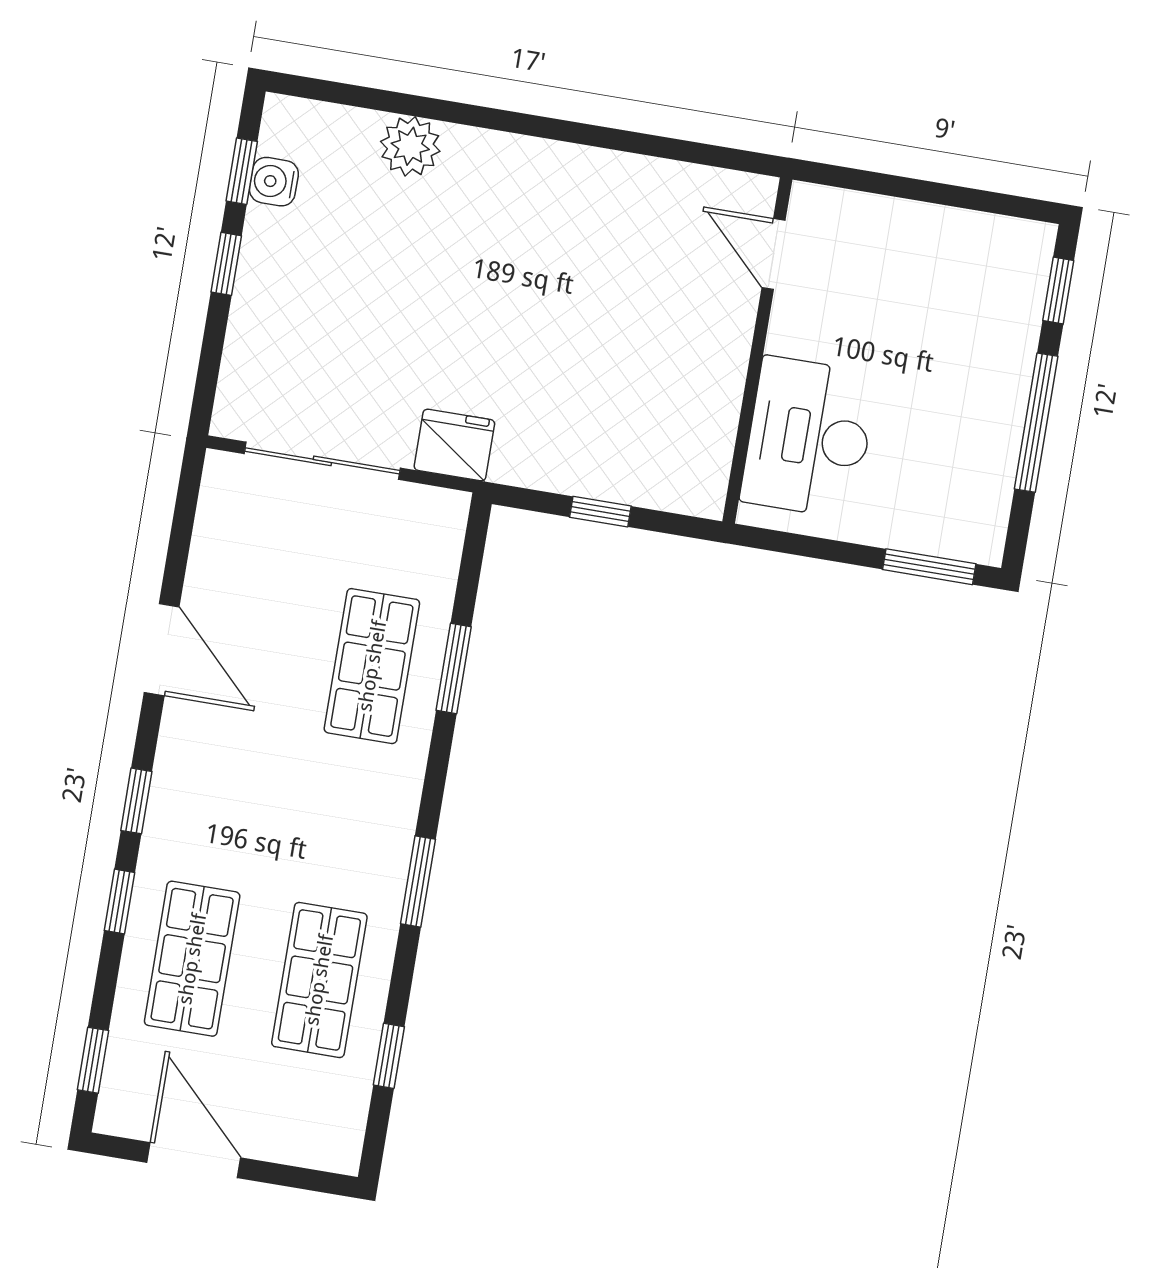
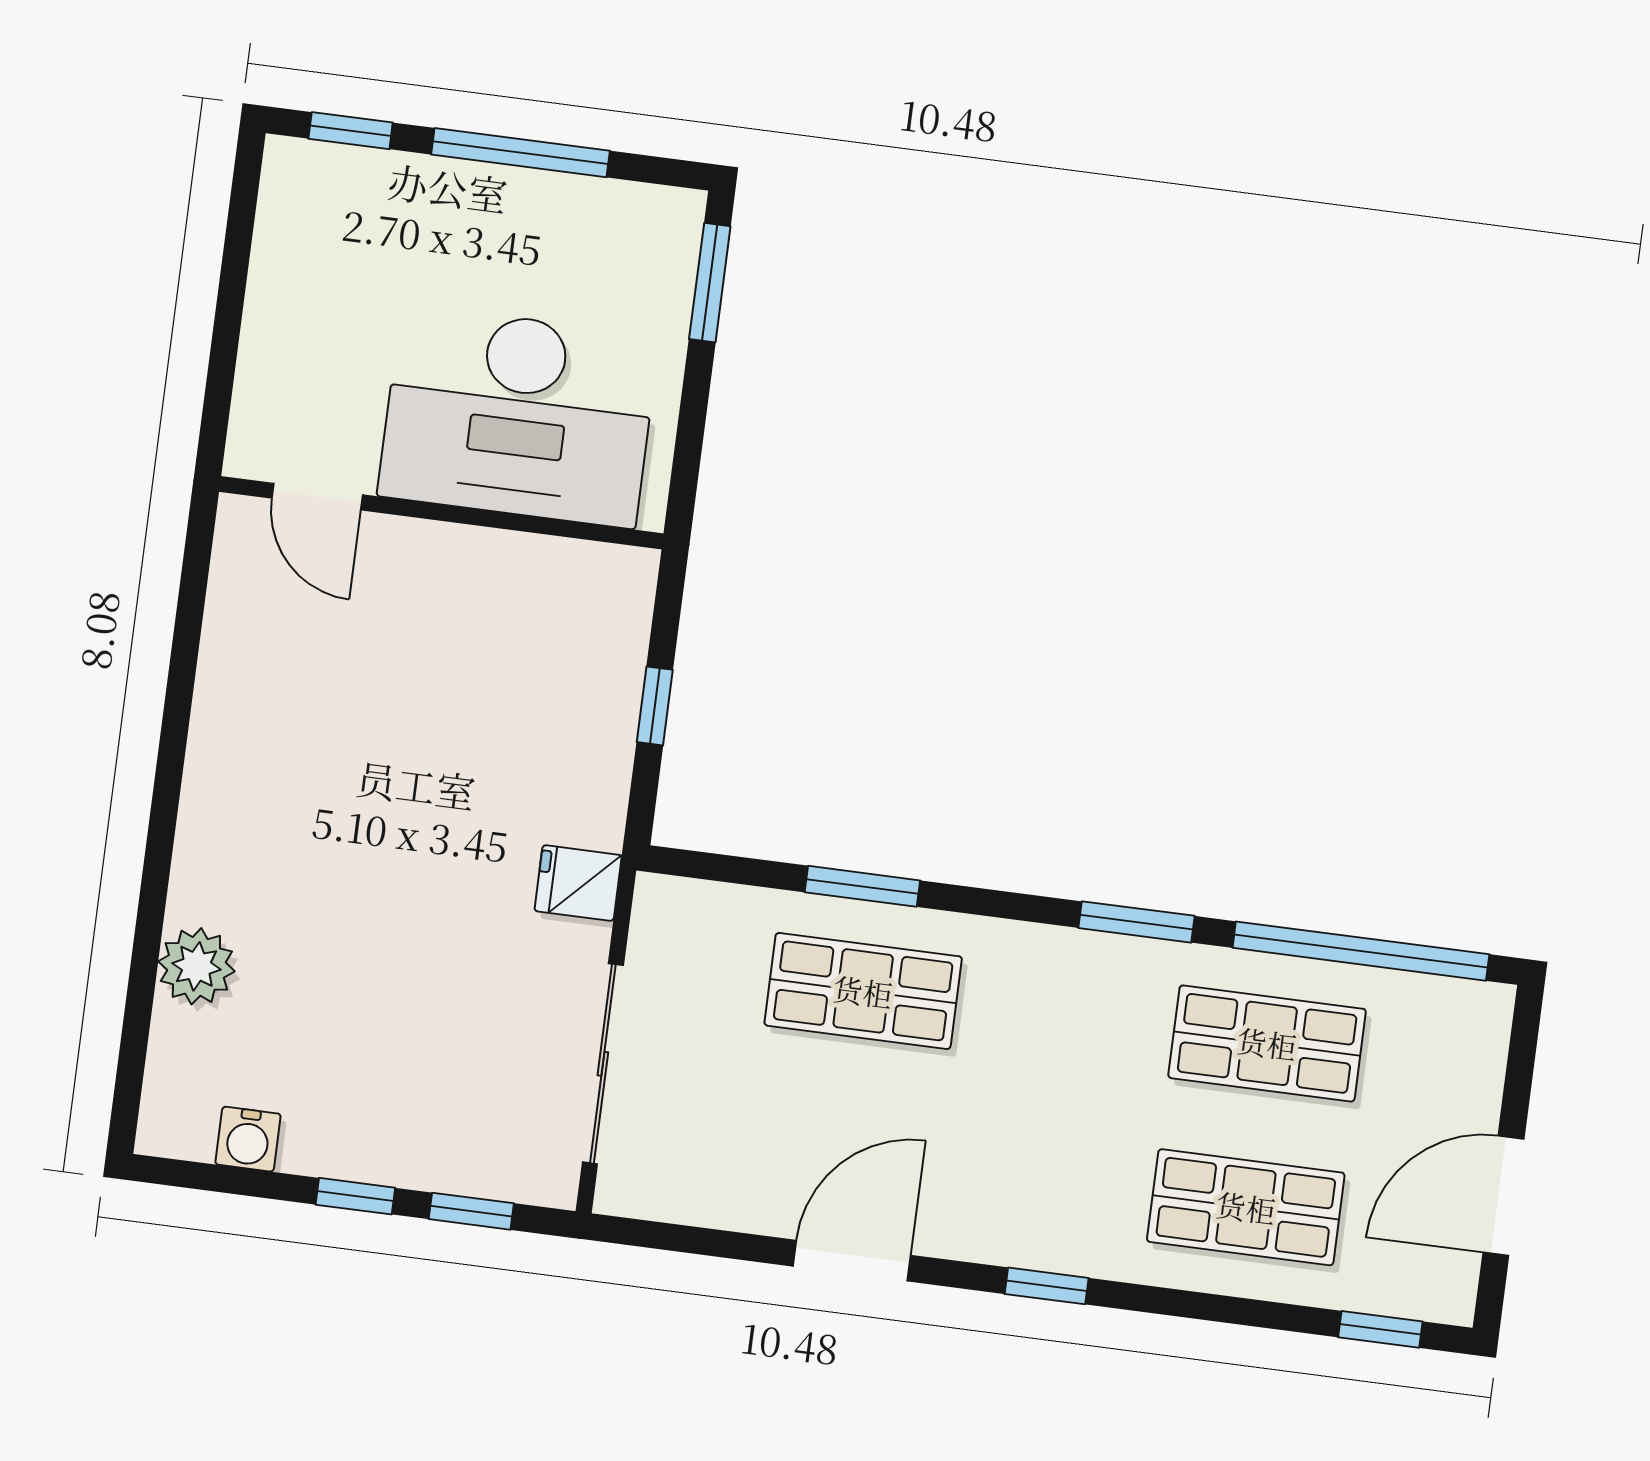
window: (242, 171) -> (471, 1211), moved
door: (774, 254) -> (317, 497), hinge flipped
desk: (809, 437) -> (518, 416), width x1.36, depth x1.30
fridge: (454, 445) -> (578, 883), width x0.72
window: (120, 901) -> (1176, 1303), removed
window: (389, 1056) -> (1361, 951), width x3.17

